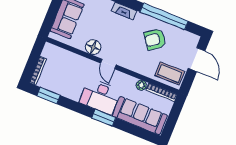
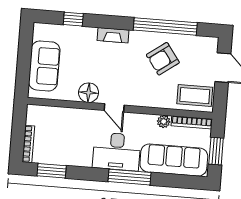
window: (104, 118) -> (129, 177), width x1.44
window: (173, 119) -> (216, 151), added

